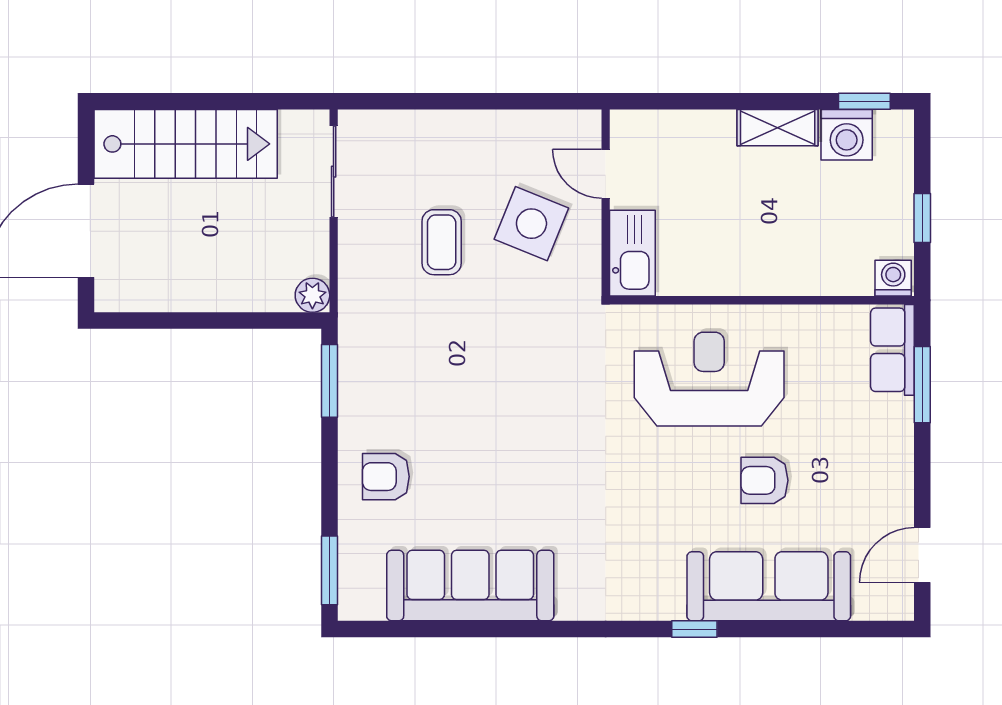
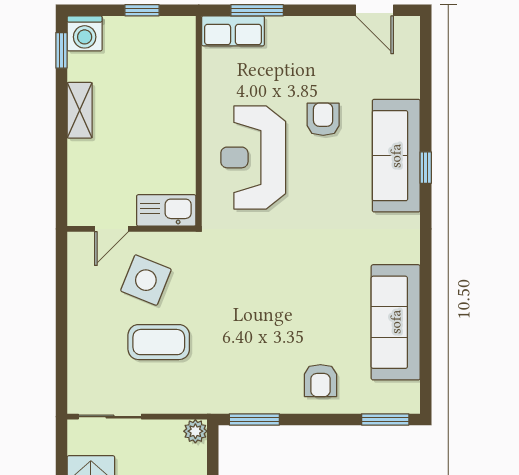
washing machine: (847, 135) -> (85, 33), moved, turned 90
coffee table: (442, 242) -> (159, 342), width x1.36, depth x1.30
washing machine: (893, 278) -> (184, 30), removed
armchair: (764, 480) -> (323, 119), turned 180
sofa: (769, 586) -> (396, 156), moved

